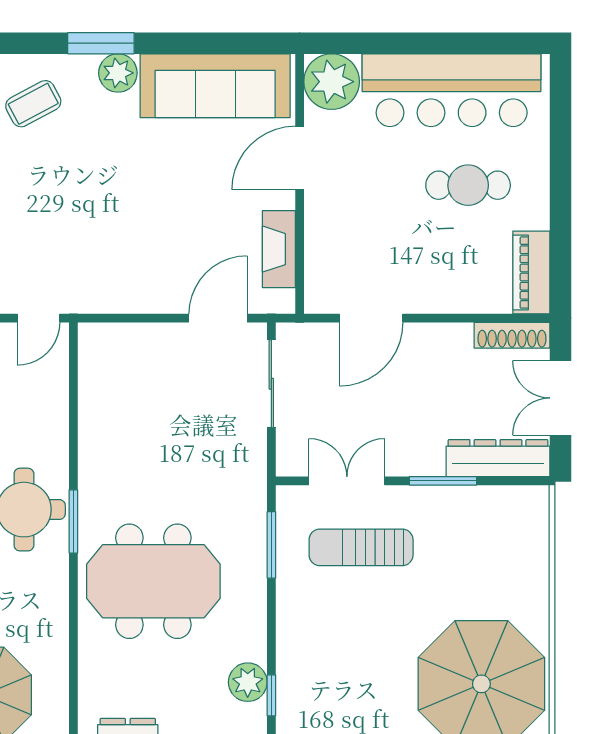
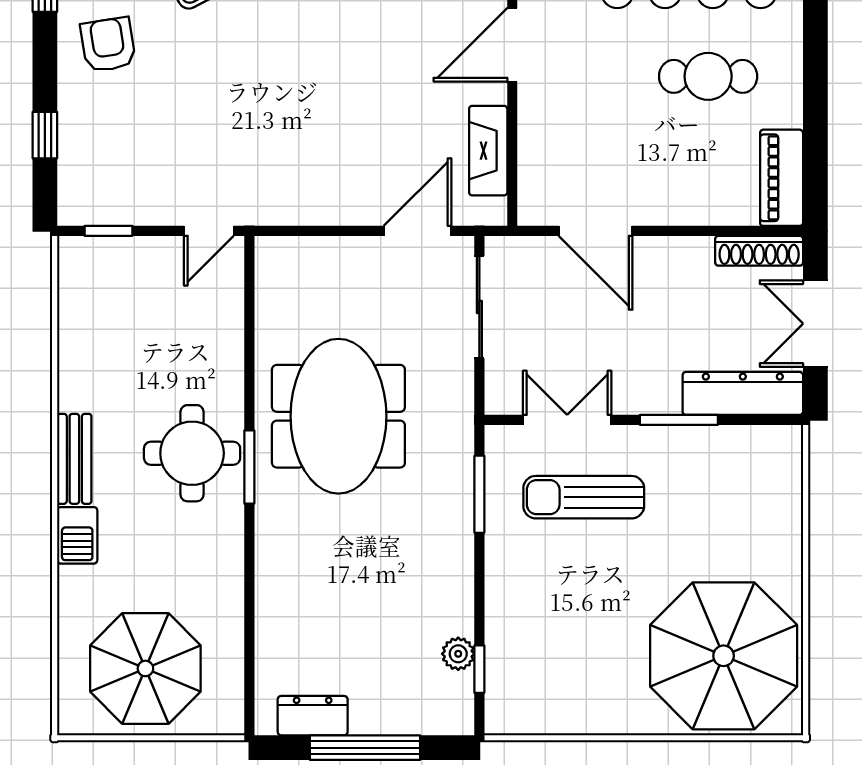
door: (371, 318) -> (596, 231), hinge flipped
meeting table: (153, 581) -> (338, 416), moved, turned 90
plant: (248, 682) -> (458, 654), width x0.73, depth x0.73

